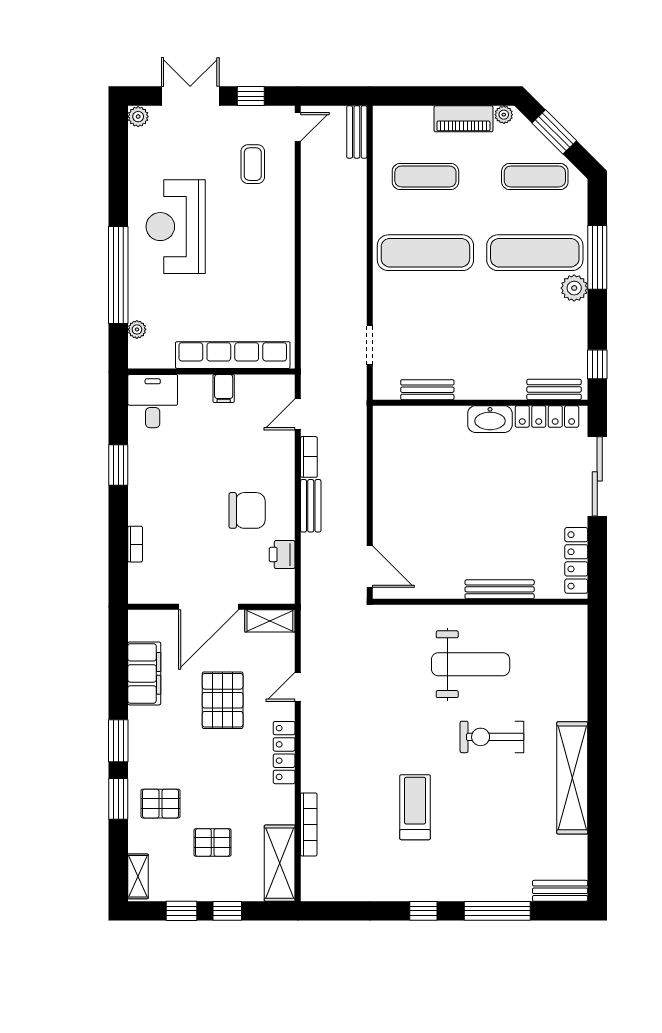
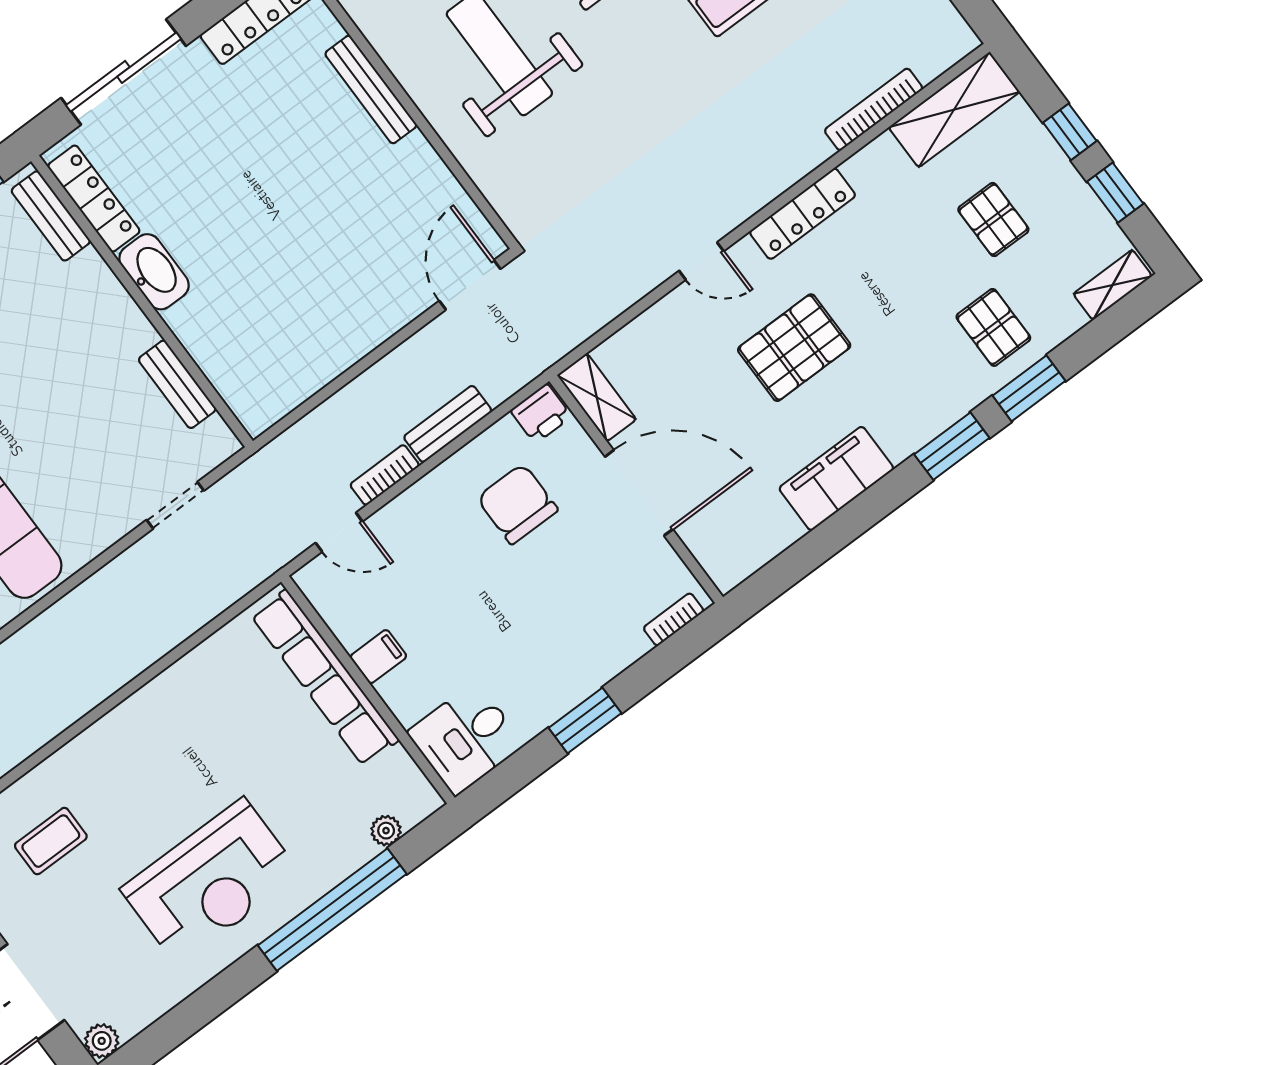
door: (209, 607) -> (639, 493), moved
wall: (211, 607) -> (636, 489), moved
shelving: (270, 621) -> (597, 397), moved

